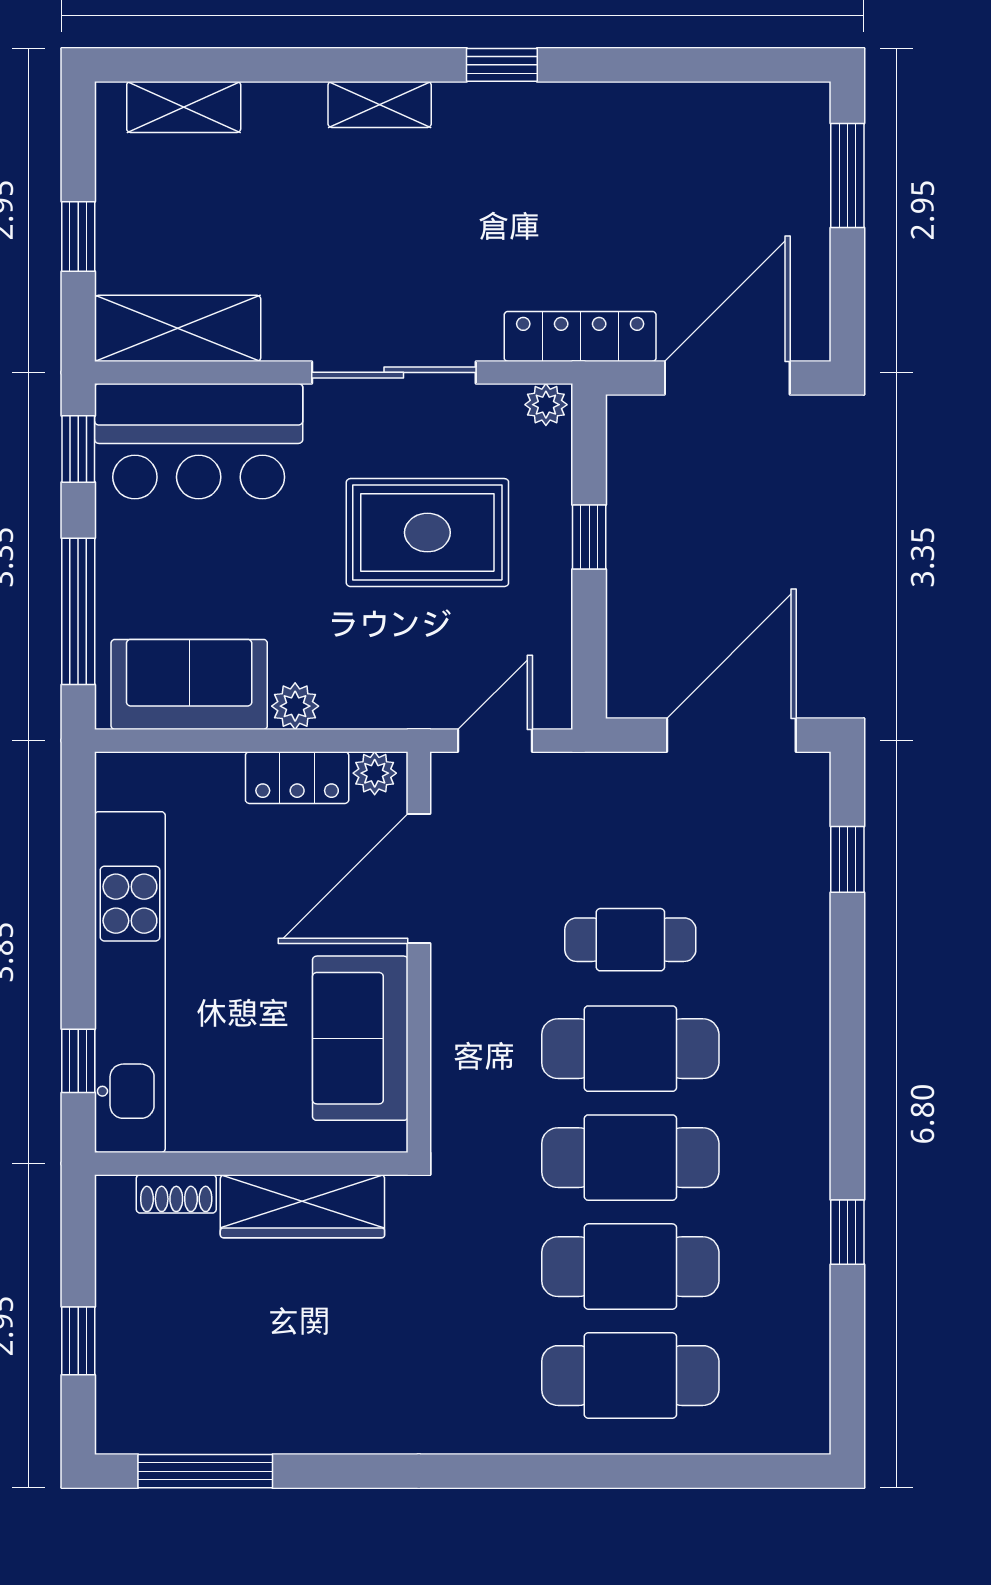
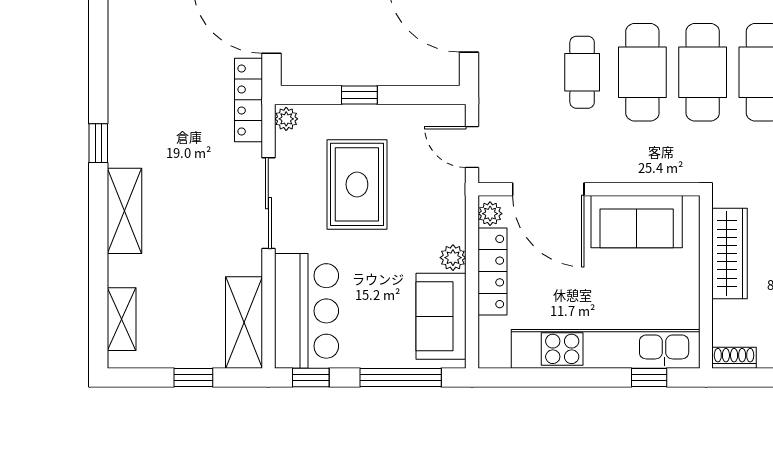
shelving: (380, 104) -> (125, 211), width x1.50, depth x1.33
locker: (297, 778) -> (492, 272), width x1.53
shoe rack: (176, 1194) -> (734, 358), moved, turned -90

